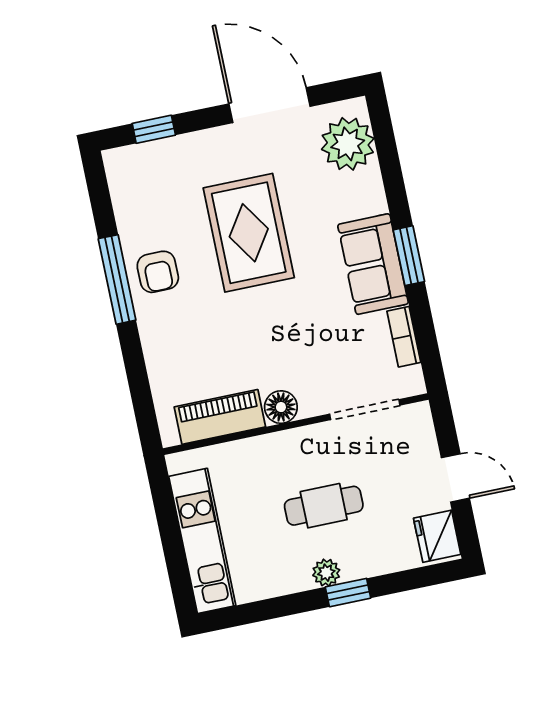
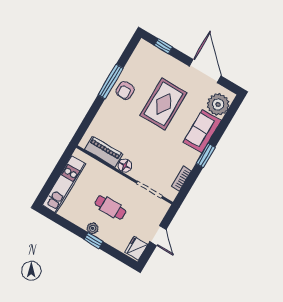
sofa: (373, 264) -> (202, 131), moved

